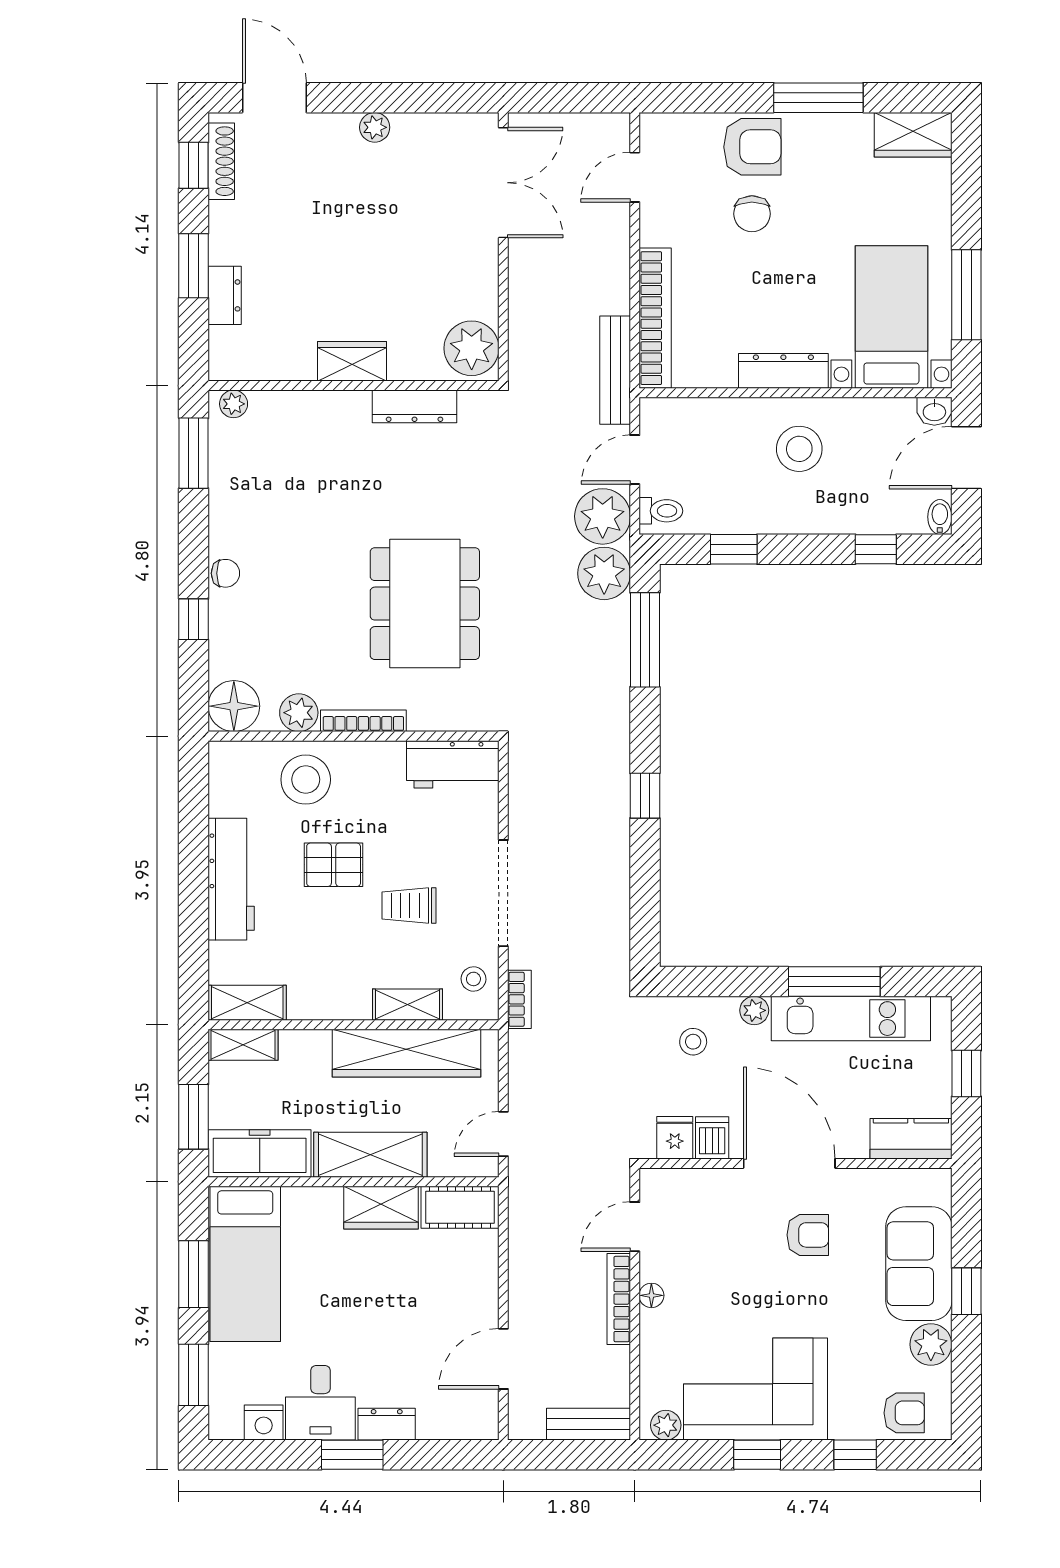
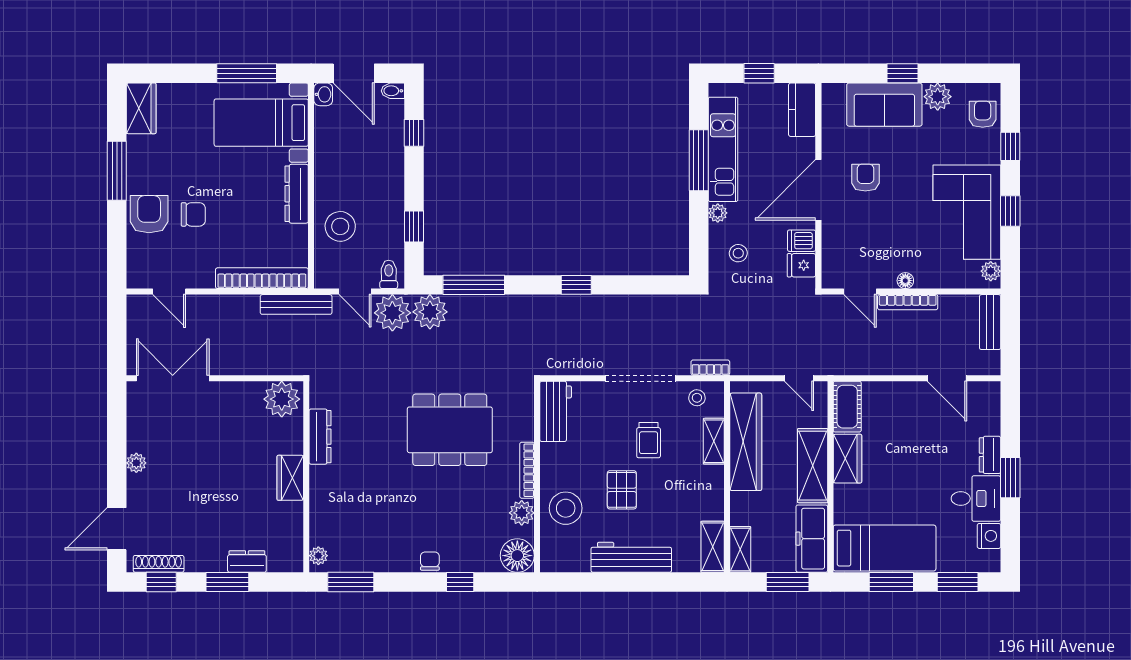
stool: (799, 449) -> (340, 226), moved

